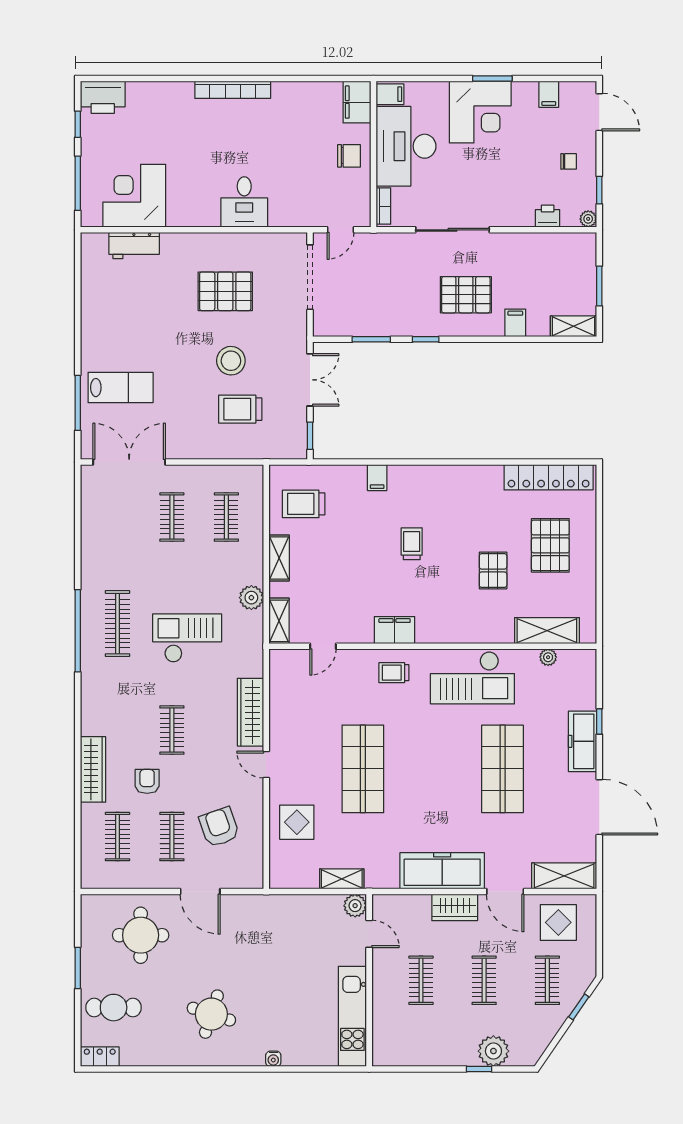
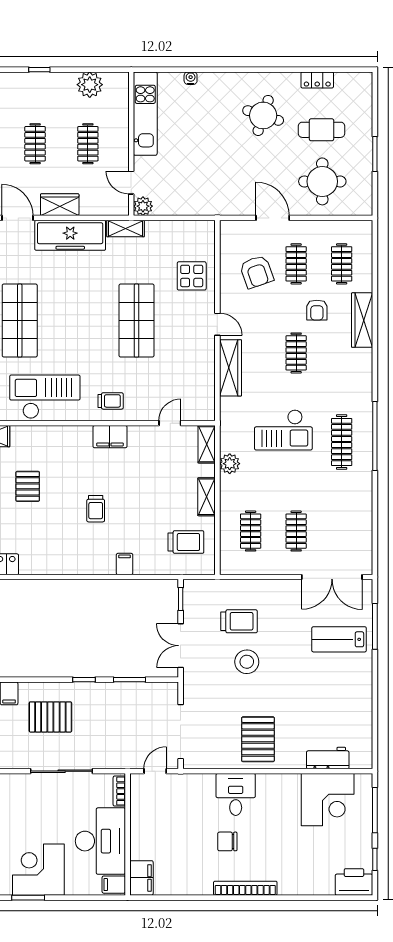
chair: (349, 156) -> (227, 841), moved
pallet: (225, 291) -> (258, 739), moved, turned 90
shelving: (342, 879) -> (126, 229), moved
cafe table: (114, 1008) -> (322, 130), moved
plant: (493, 1051) -> (90, 85), moved
locker: (100, 1057) -> (317, 80), moved
water cooler: (273, 1059) -> (191, 78), moved

